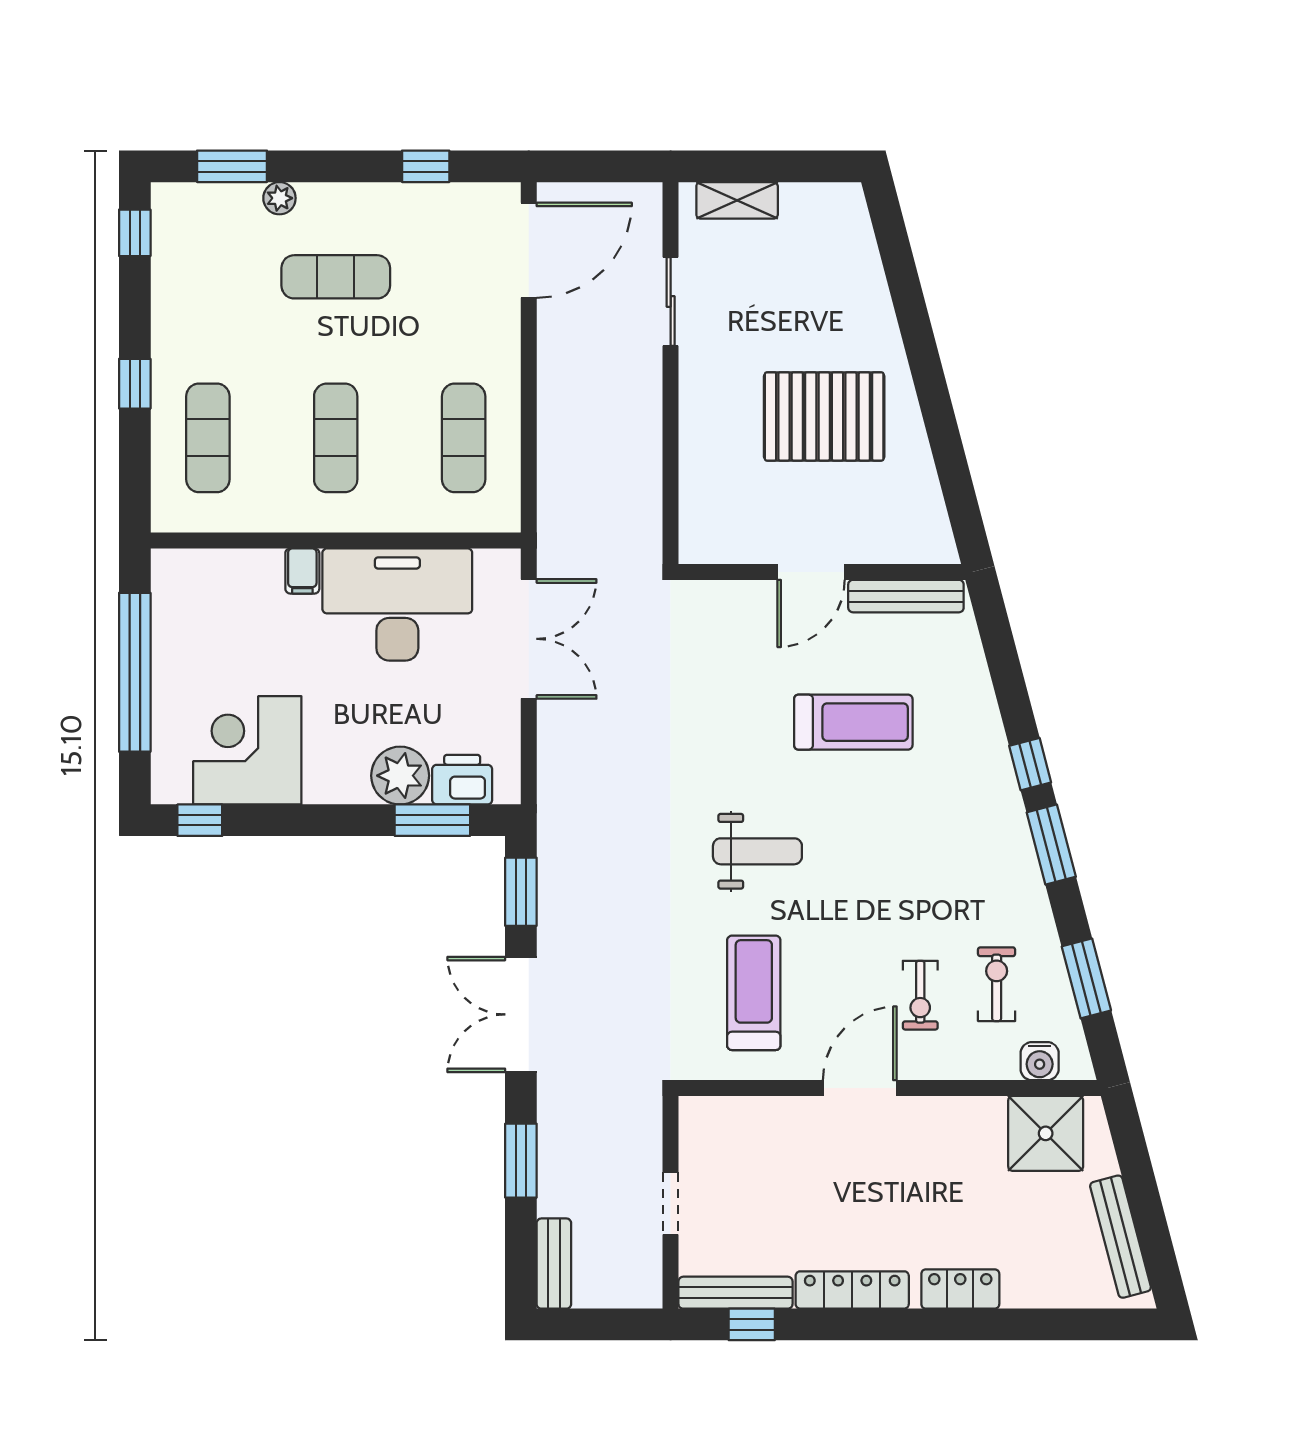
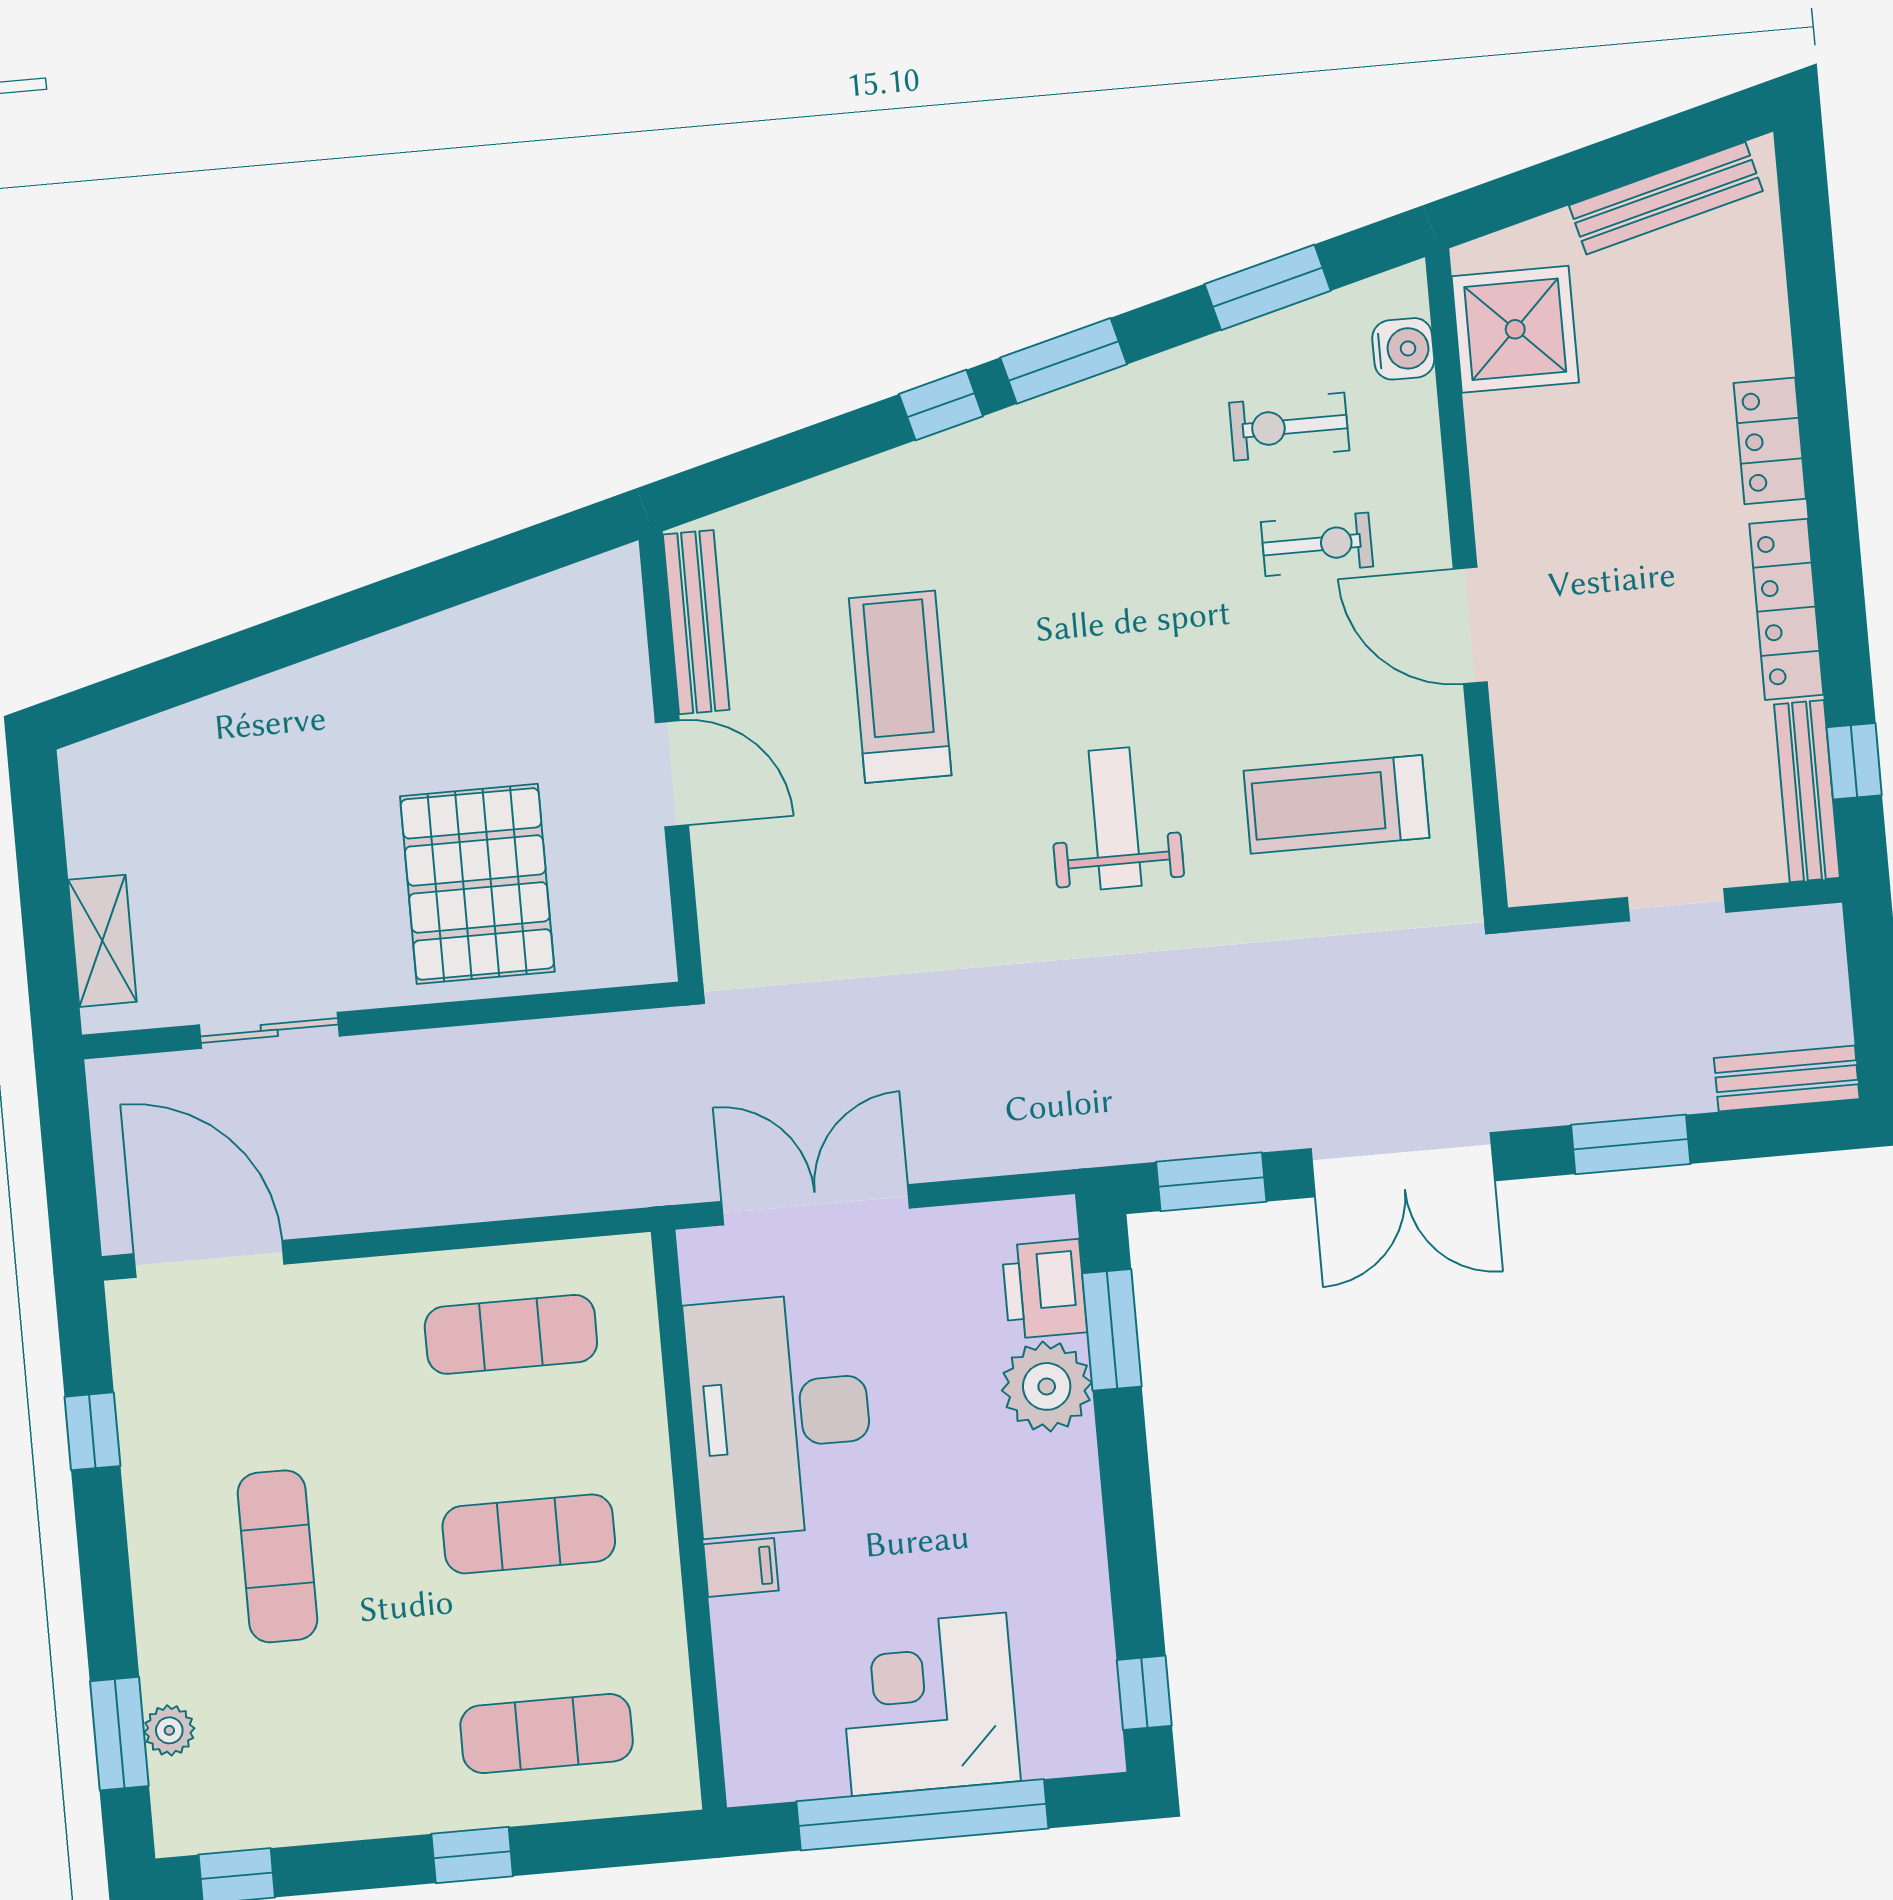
plant: (279, 198) -> (169, 1730), moved
pallet: (824, 416) -> (477, 884), moved
corner desk: (247, 750) -> (929, 1704), moved, turned 90

